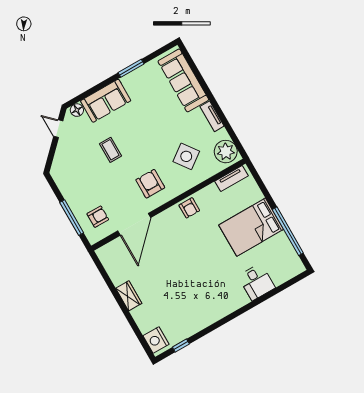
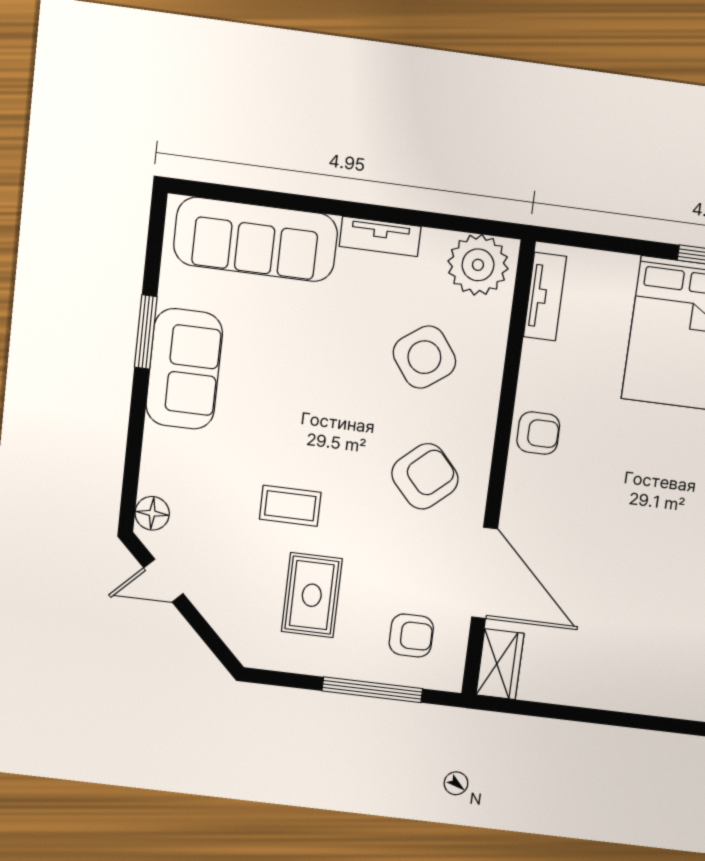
sofa: (106, 101) -> (184, 369), moved
rug: (88, 177) -> (312, 595), added
armchair: (150, 184) -> (425, 476), turned 138
armchair: (98, 217) -> (411, 635), turned 90
wardrobe: (129, 296) -> (500, 664), moved, turned 90

